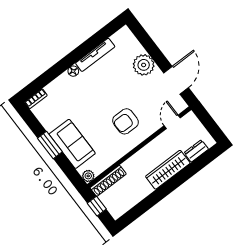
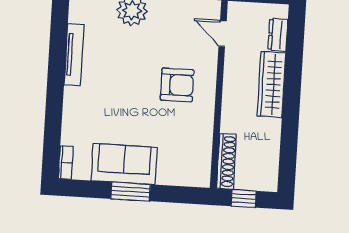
floor lamp: (73, 71) -> (71, 95), removed
armchair: (125, 121) -> (177, 85), turned -90
sofa: (72, 144) -> (124, 164), moved
plant: (88, 176) -> (202, 179), removed

